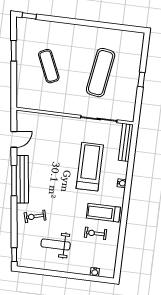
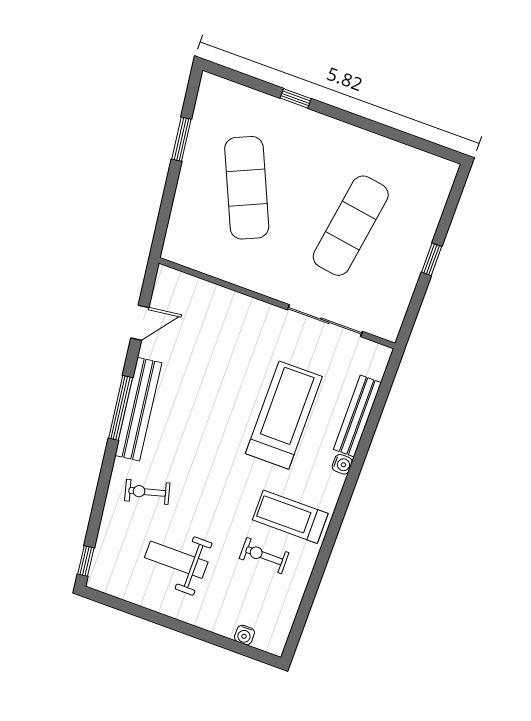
window: (29, 16) -> (296, 98), moved
exercise mat: (49, 66) -> (247, 188), width x1.36, depth x1.45
bench: (126, 142) -> (357, 416), moved

